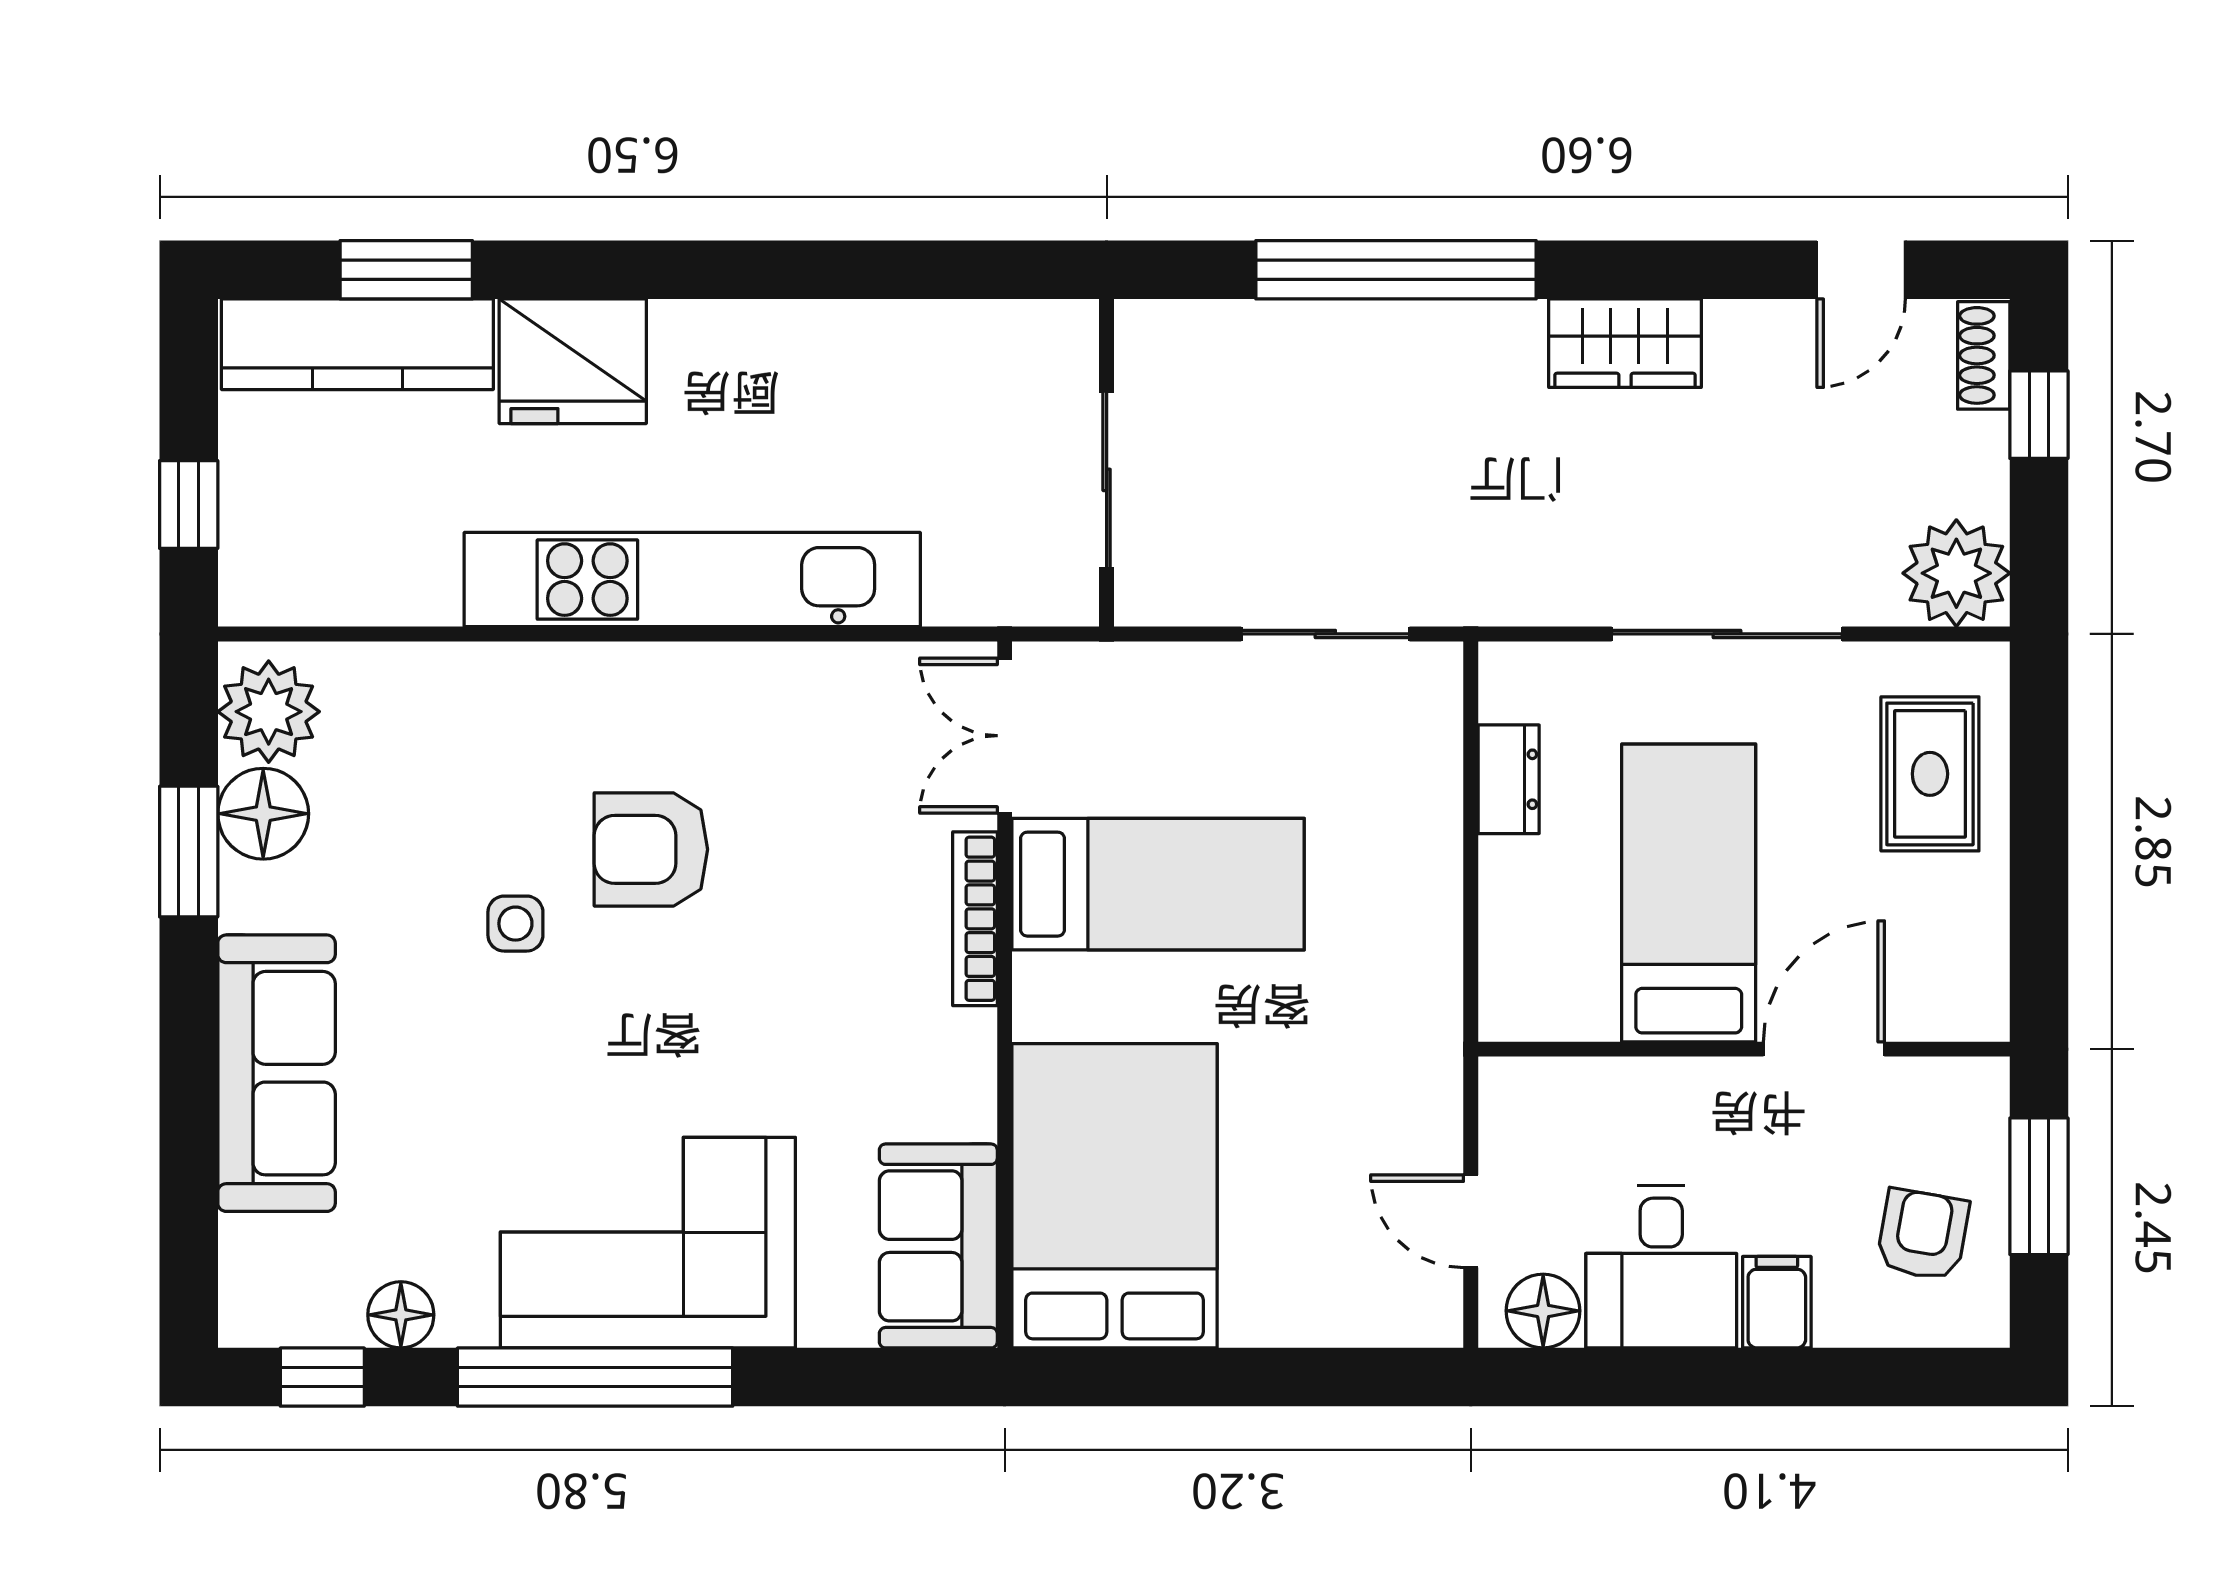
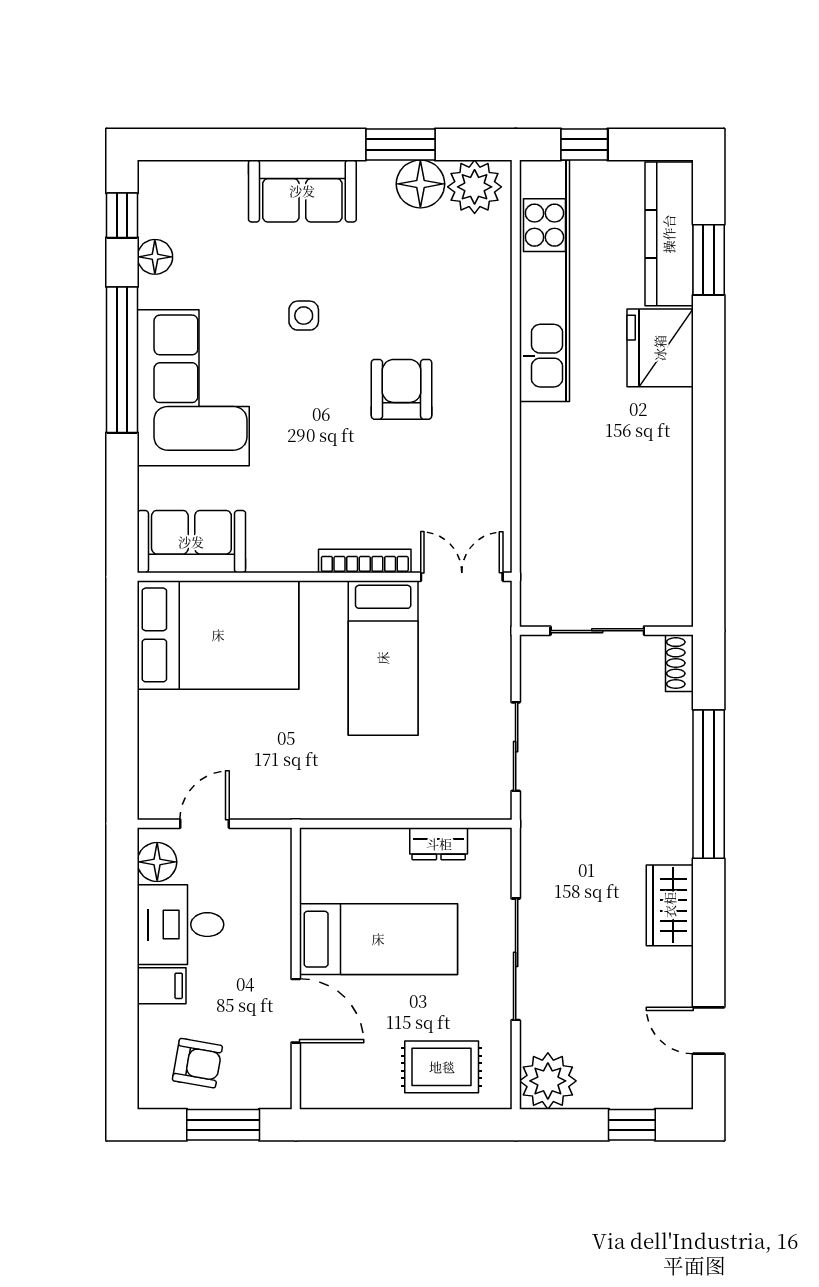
shoe rack: (1984, 355) -> (679, 663), moved, turned -90
kitchen unit: (692, 580) -> (544, 281), moved
side table: (515, 924) -> (304, 316), moved
sofa: (277, 1073) -> (302, 191), width x0.73

